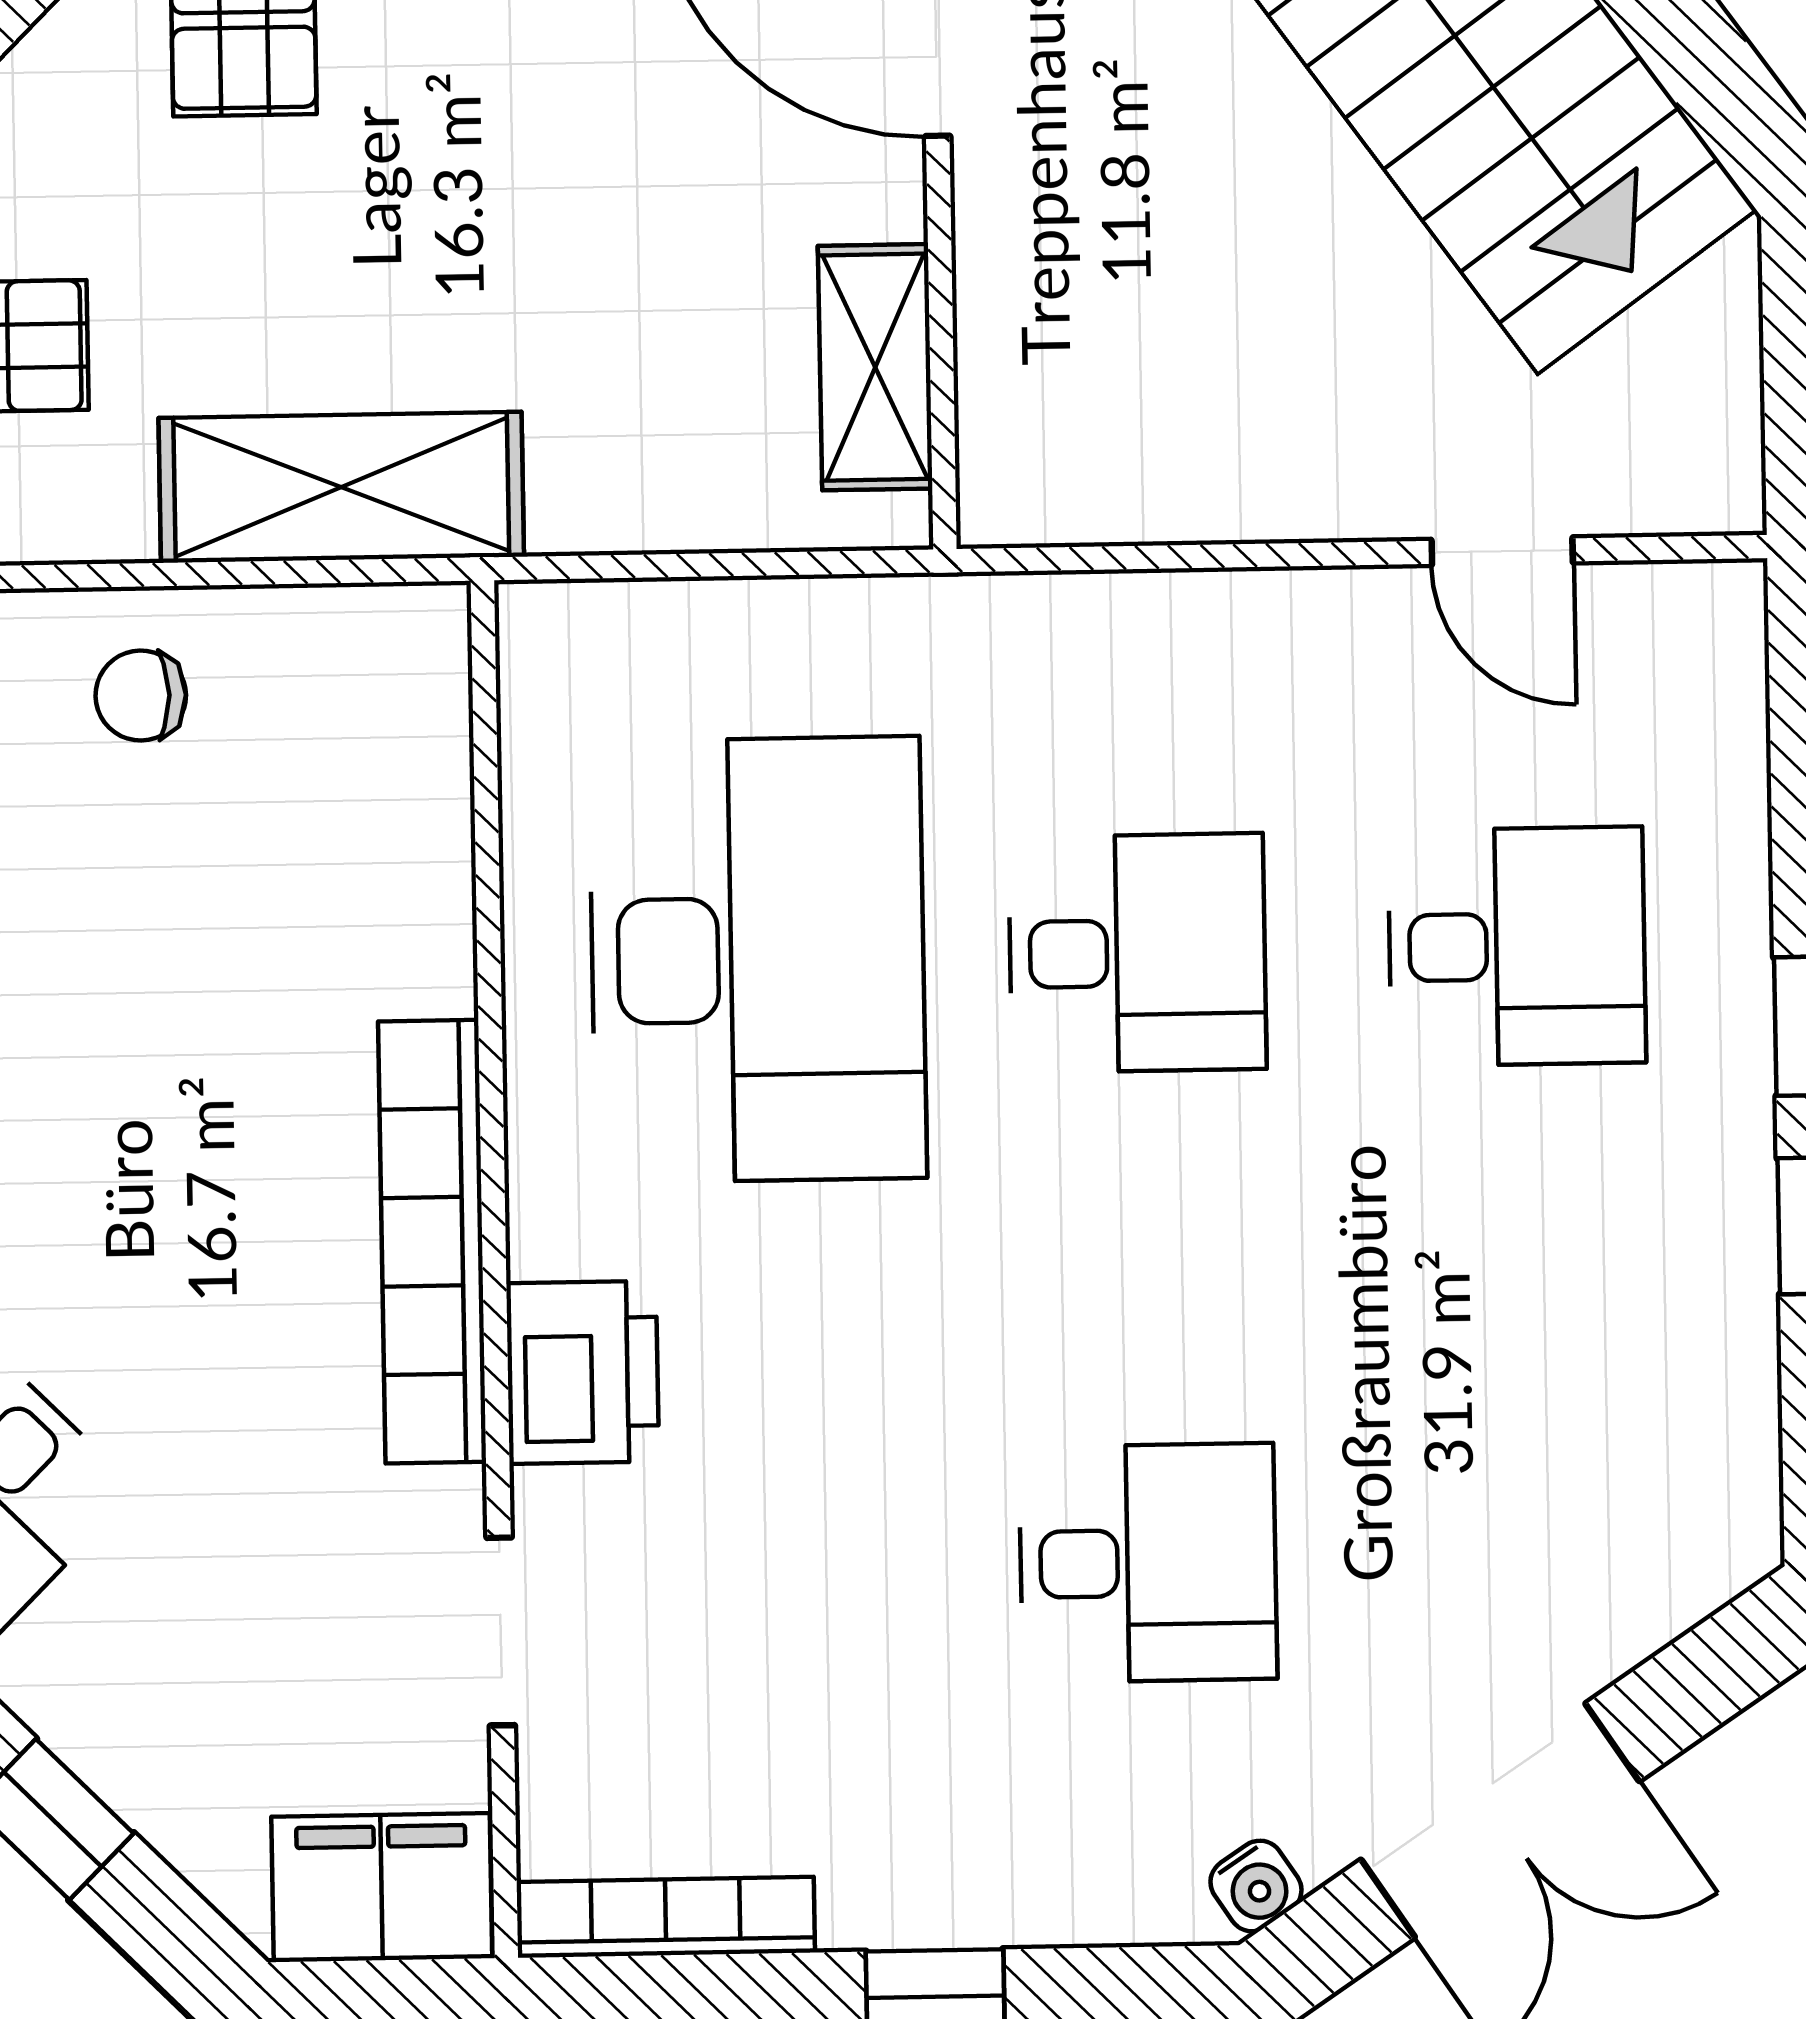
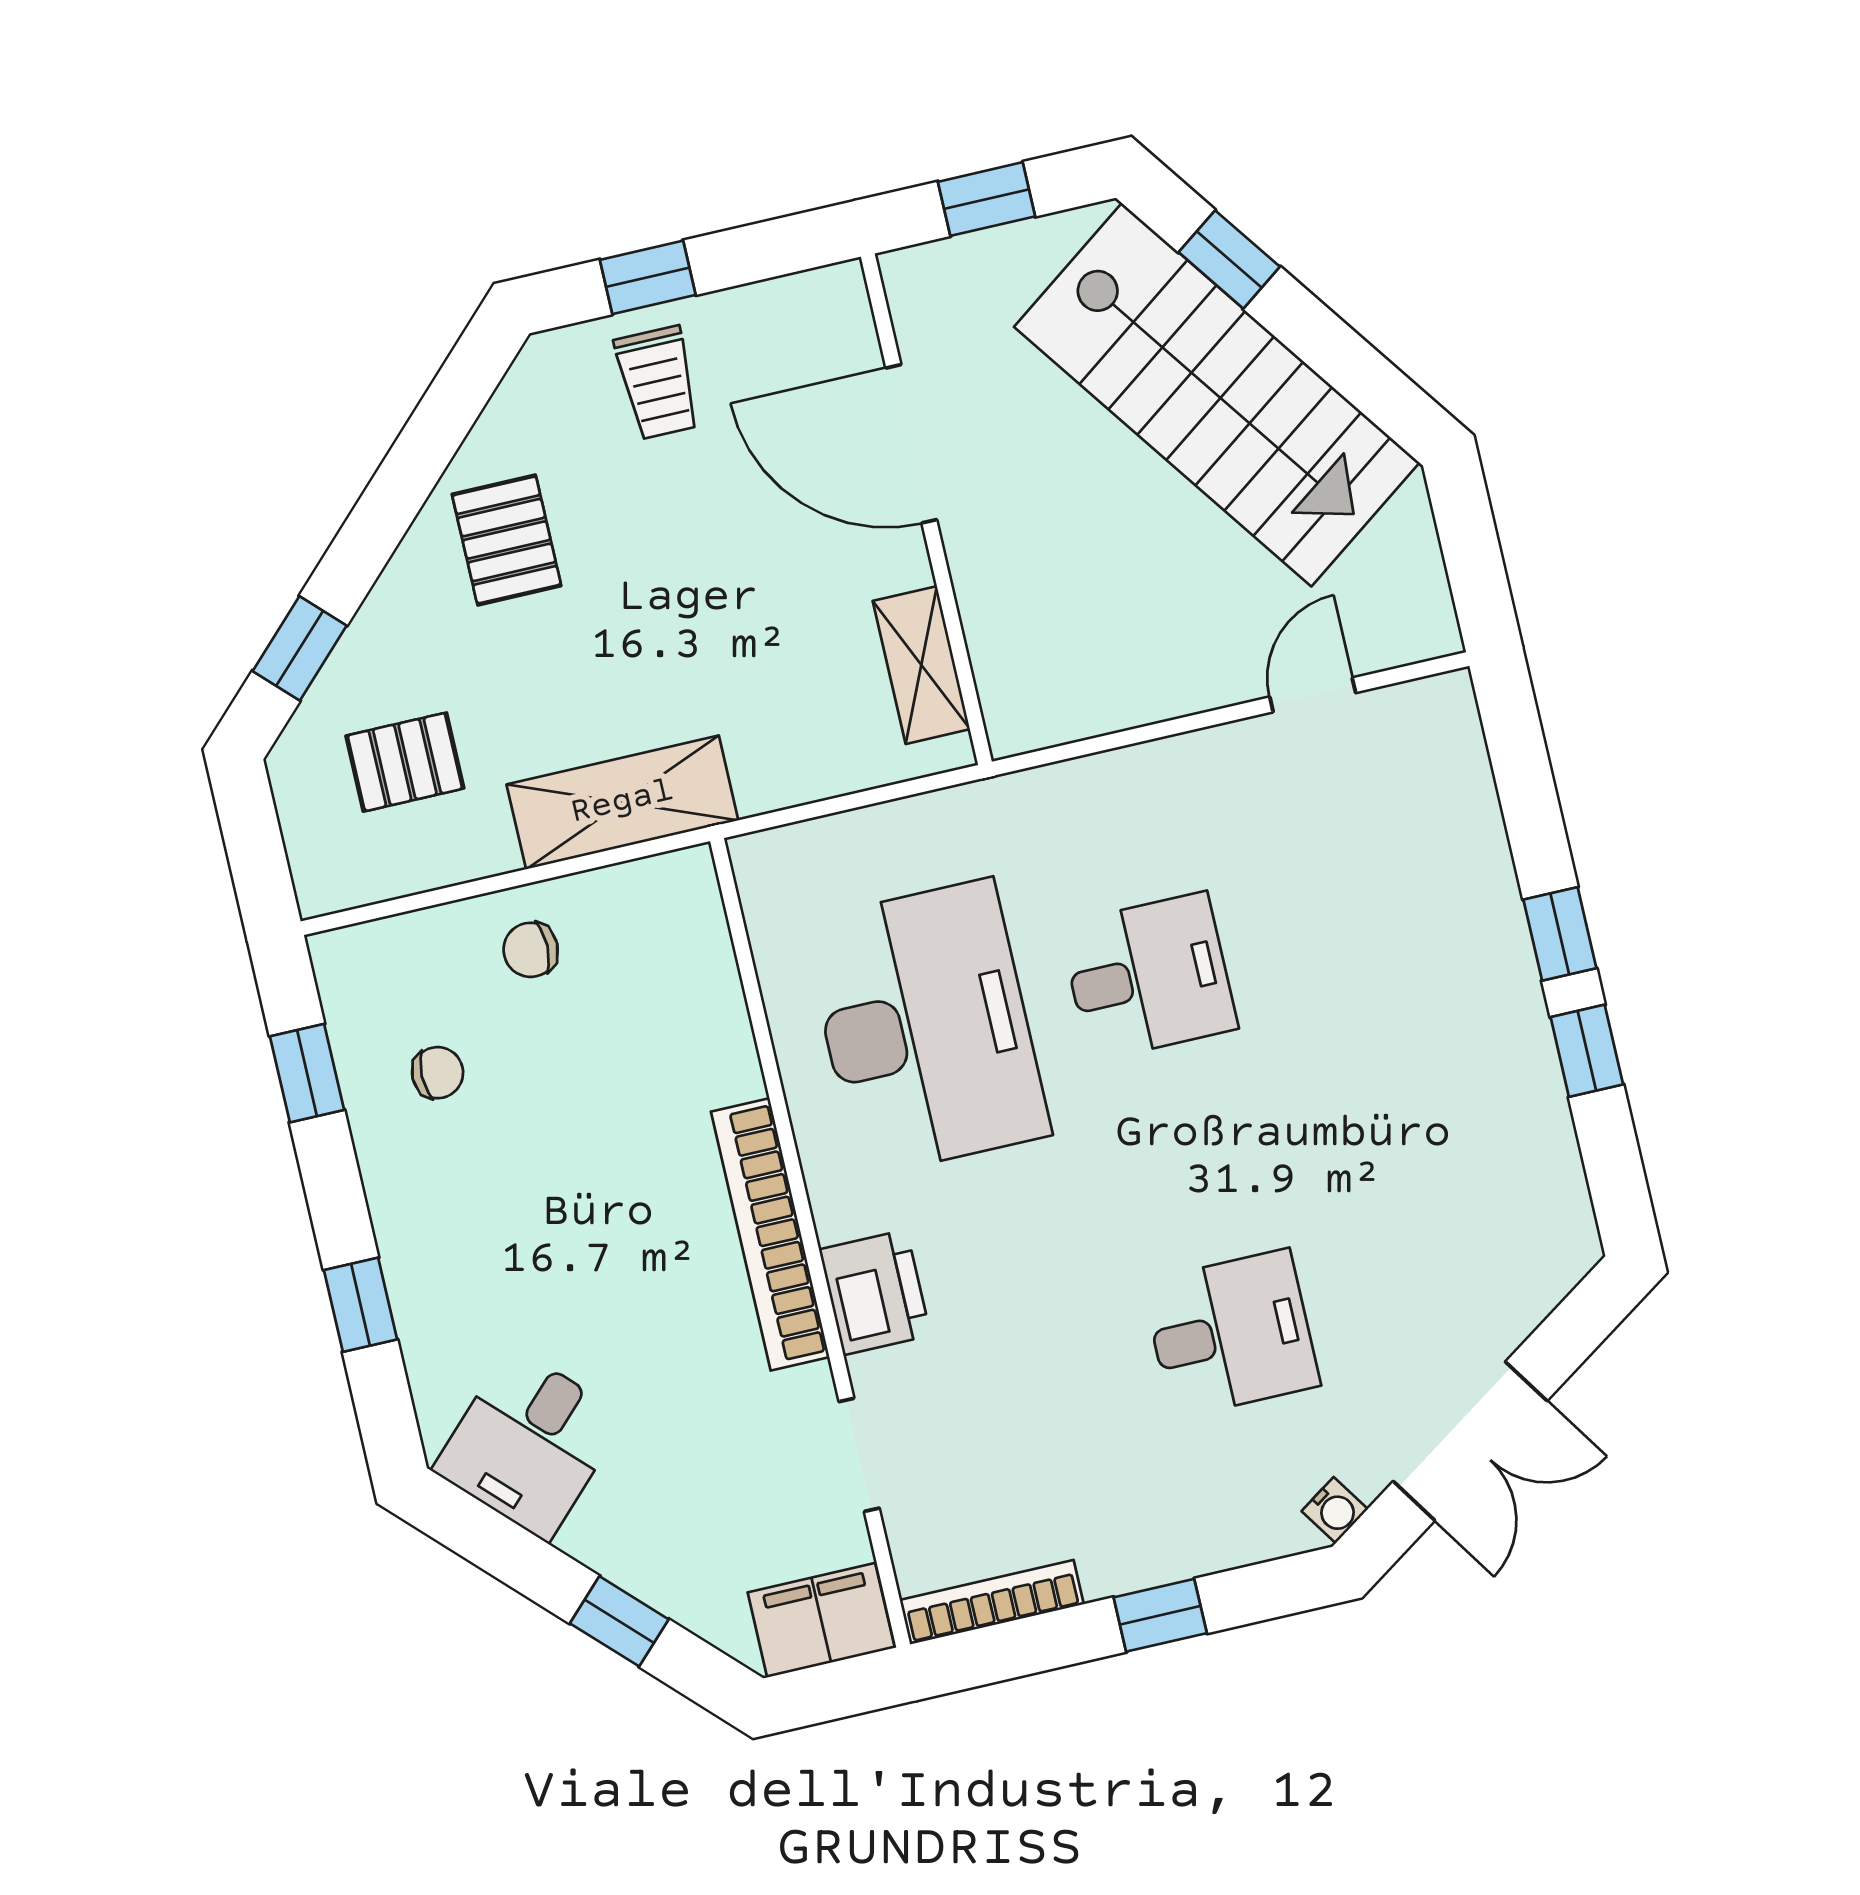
door: (1502, 551) -> (1313, 695), swing flipped
desk: (1517, 946) -> (1371, 925), removed

